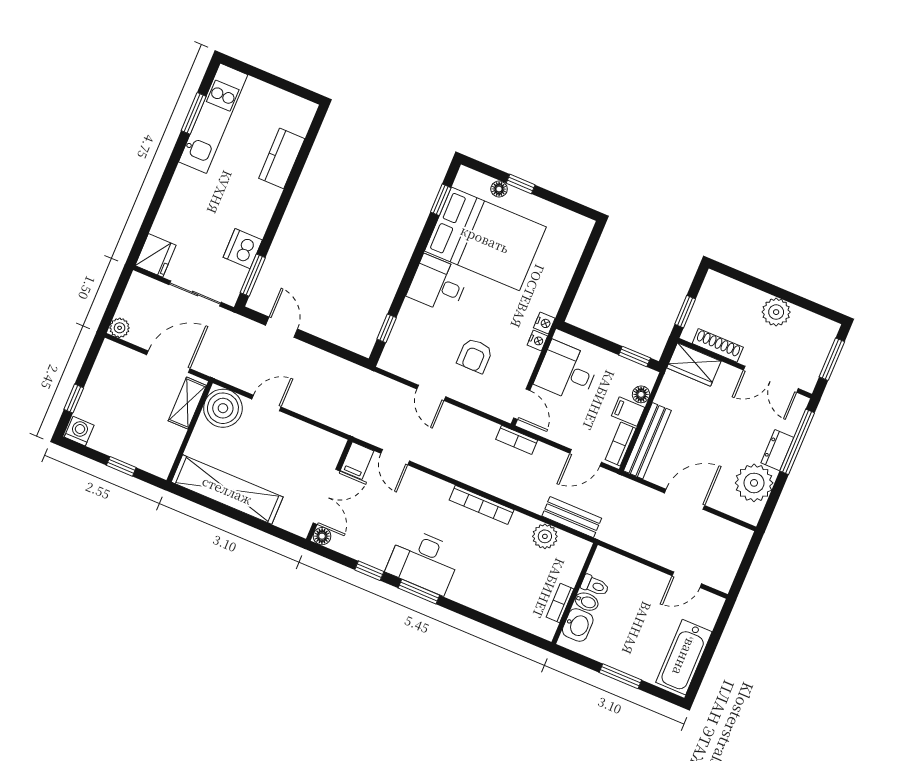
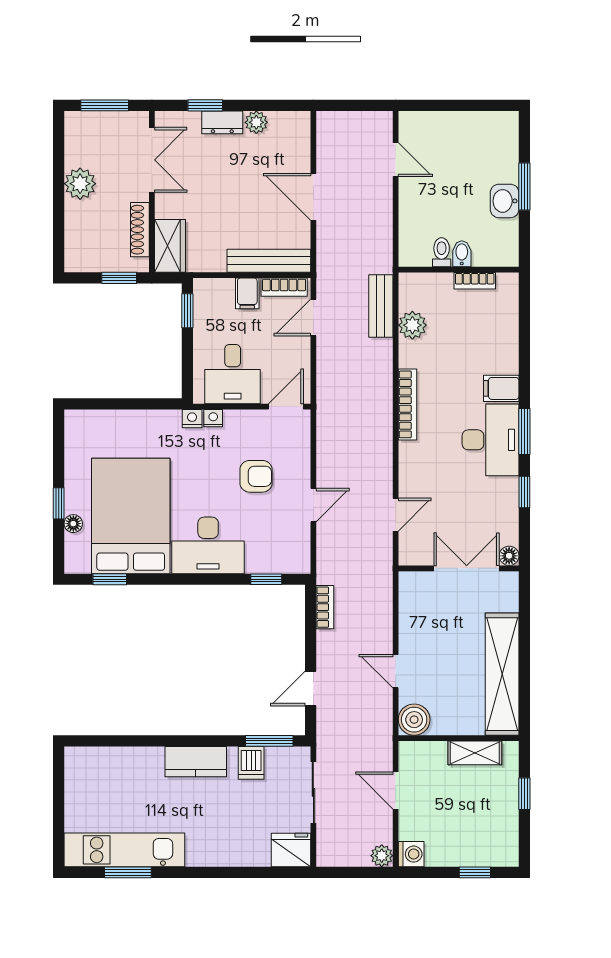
kitchen counter: (282, 158) -> (196, 762), moved
dishwasher: (243, 249) -> (251, 763), width x0.73
desk: (438, 284) -> (208, 545), width x1.37
door: (168, 362) -> (396, 791), width x0.73
floor lamp: (641, 394) -> (224, 288), removed
shelving: (187, 403) -> (475, 753), moved
boiler: (223, 408) -> (414, 720), width x0.73, depth x0.73
washing machine: (79, 431) -> (411, 854), moved, turned 180
bookcase: (517, 440) -> (325, 607), moved
window: (797, 442) -> (205, 105), width x0.46
door: (586, 458) -> (313, 317), swing flipped
filing cabinet: (357, 461) -> (501, 388), moved, turned 180
plant: (754, 483) -> (256, 122), width x0.53, depth x0.53
washbasin: (578, 625) -> (505, 201), moved, turned -90
bathtub: (684, 657) -> (477, 129), removed

